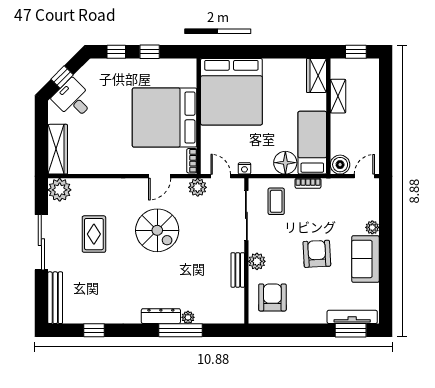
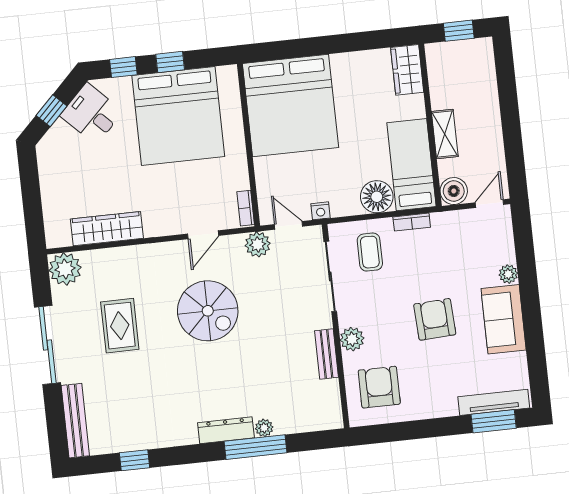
shelving: (338, 96) -> (445, 134), moved
desk: (73, 99) -> (92, 114), moved
bed: (165, 118) -> (178, 116), moved, turned -90
wardrobe: (58, 149) -> (107, 229), moved, turned -90

